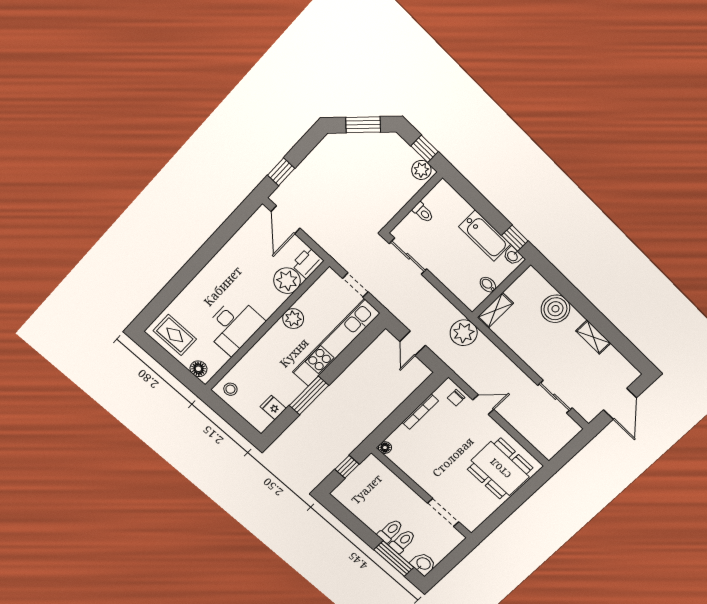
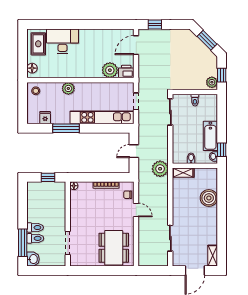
plant: (293, 319) -> (68, 88), moved
desk: (234, 326) -> (63, 41), moved, turned 180
shelving: (593, 337) -> (213, 256), moved

